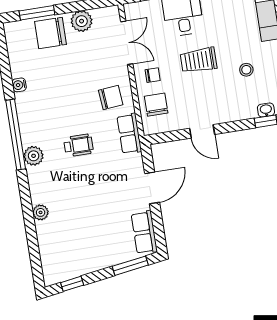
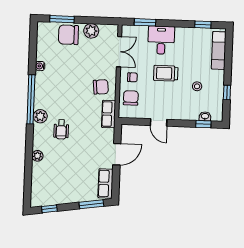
wheelchair: (78, 145) -> (61, 129), moved, turned 90

